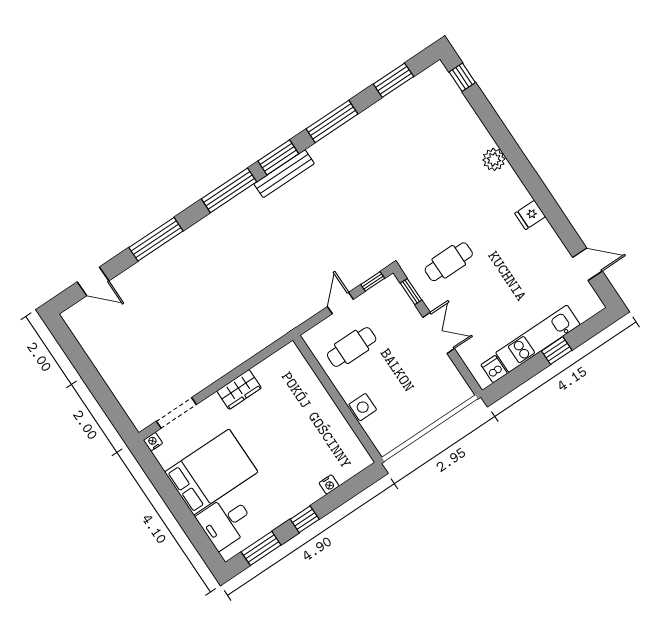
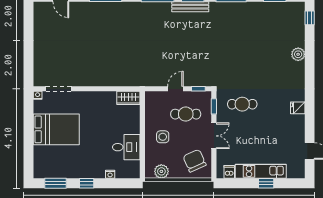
plant: (494, 159) -> (298, 54), moved
cafe table: (352, 347) -> (186, 114), moved
chair: (435, 386) -> (195, 161), added
wardrobe: (239, 389) -> (128, 98), moved
side table: (363, 407) -> (163, 137), moved
plant: (398, 432) -> (161, 171), added
desk: (226, 522) -> (126, 147), moved, turned 180

